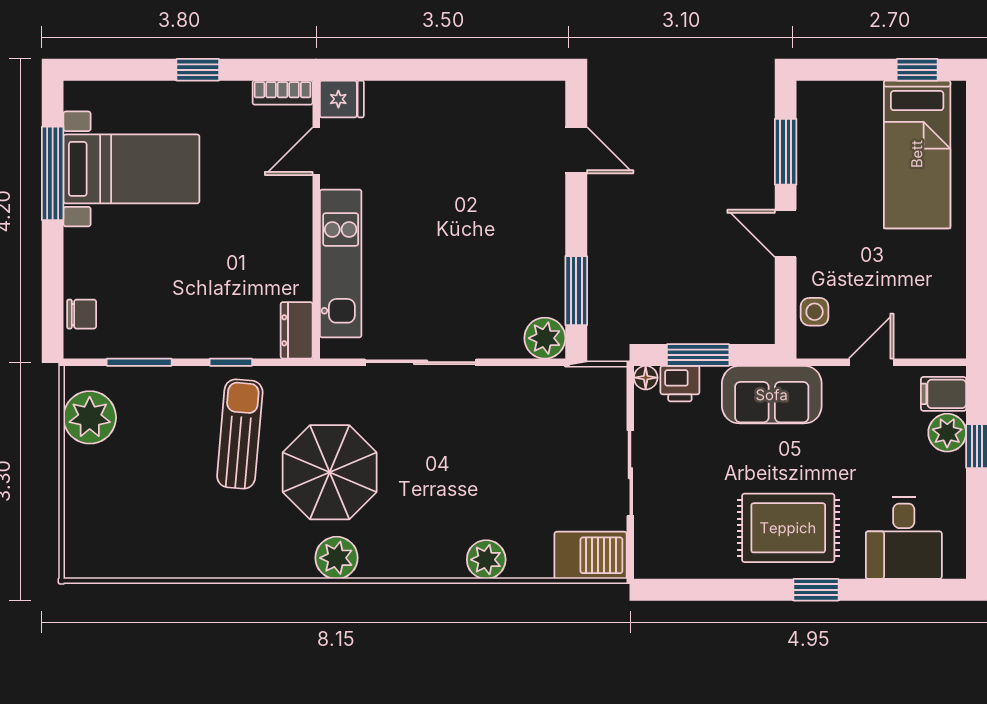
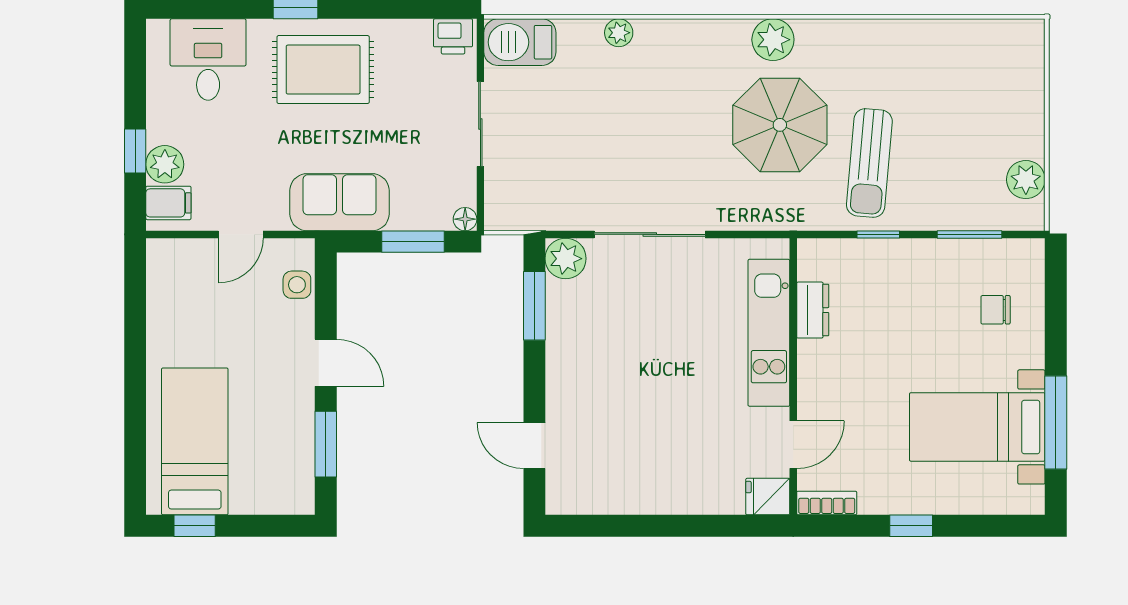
chair: (82, 314) -> (996, 310), moved
dresser: (297, 330) -> (813, 310), moved
sliding door: (421, 362) -> (650, 234), moved
printer: (680, 384) -> (453, 36), moved, turned 180
plant: (90, 417) -> (1026, 180), width x0.73, depth x0.73
plant: (486, 560) -> (619, 33), width x0.73, depth x0.73

